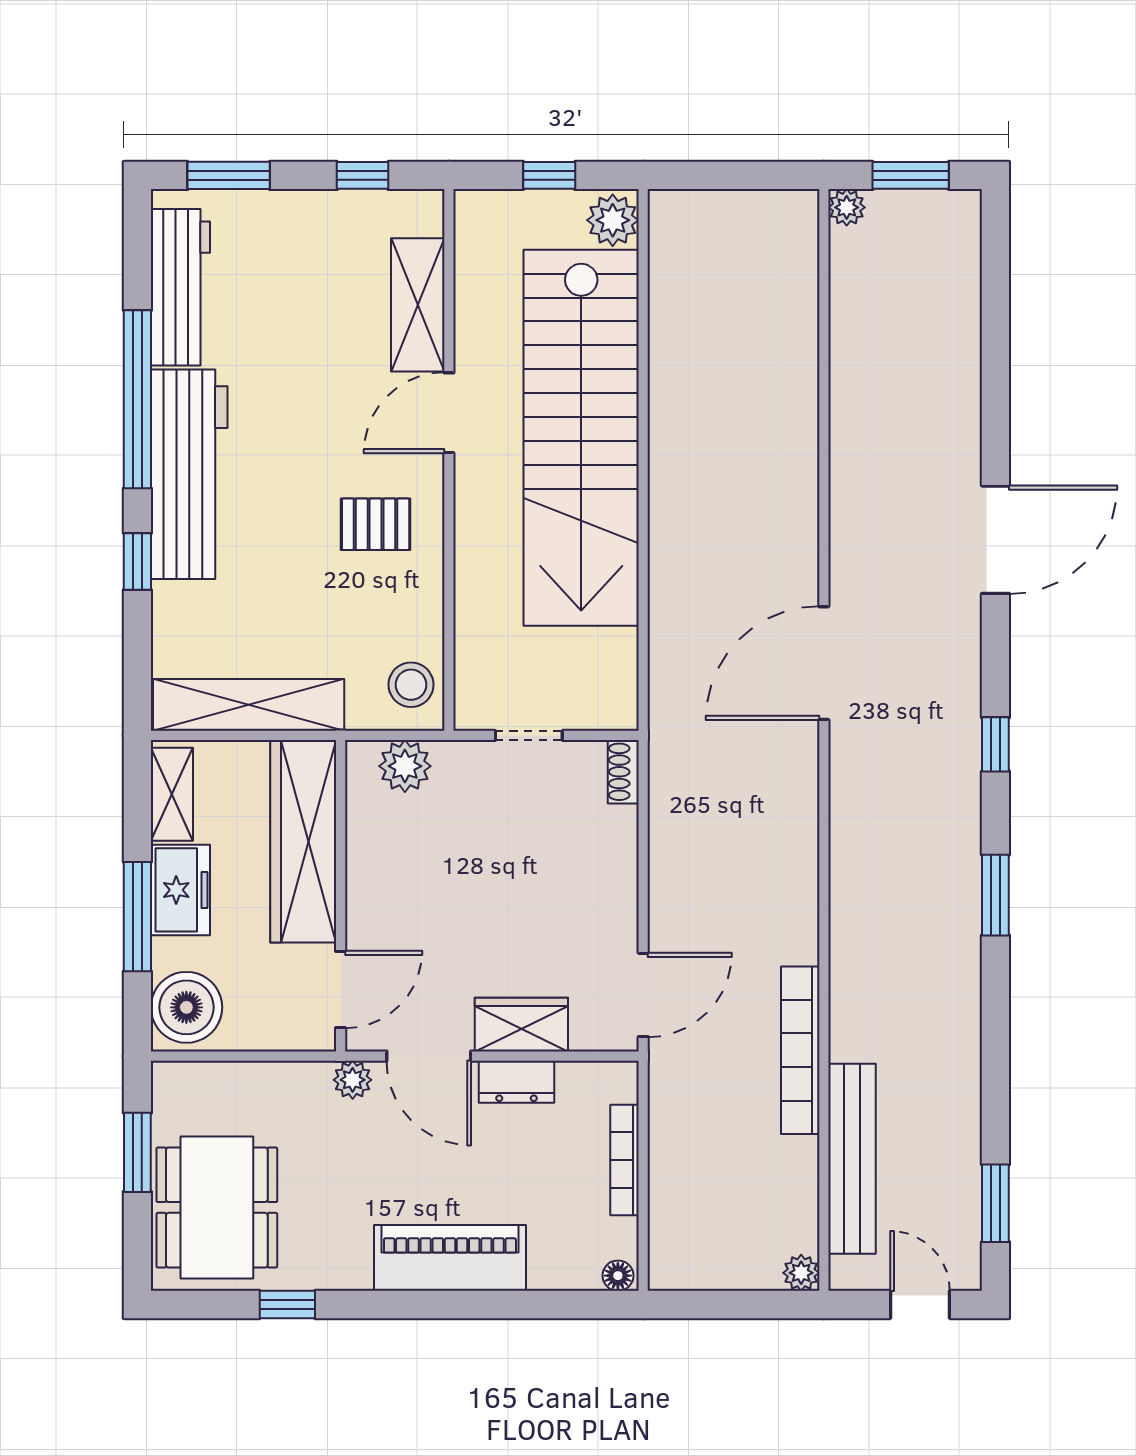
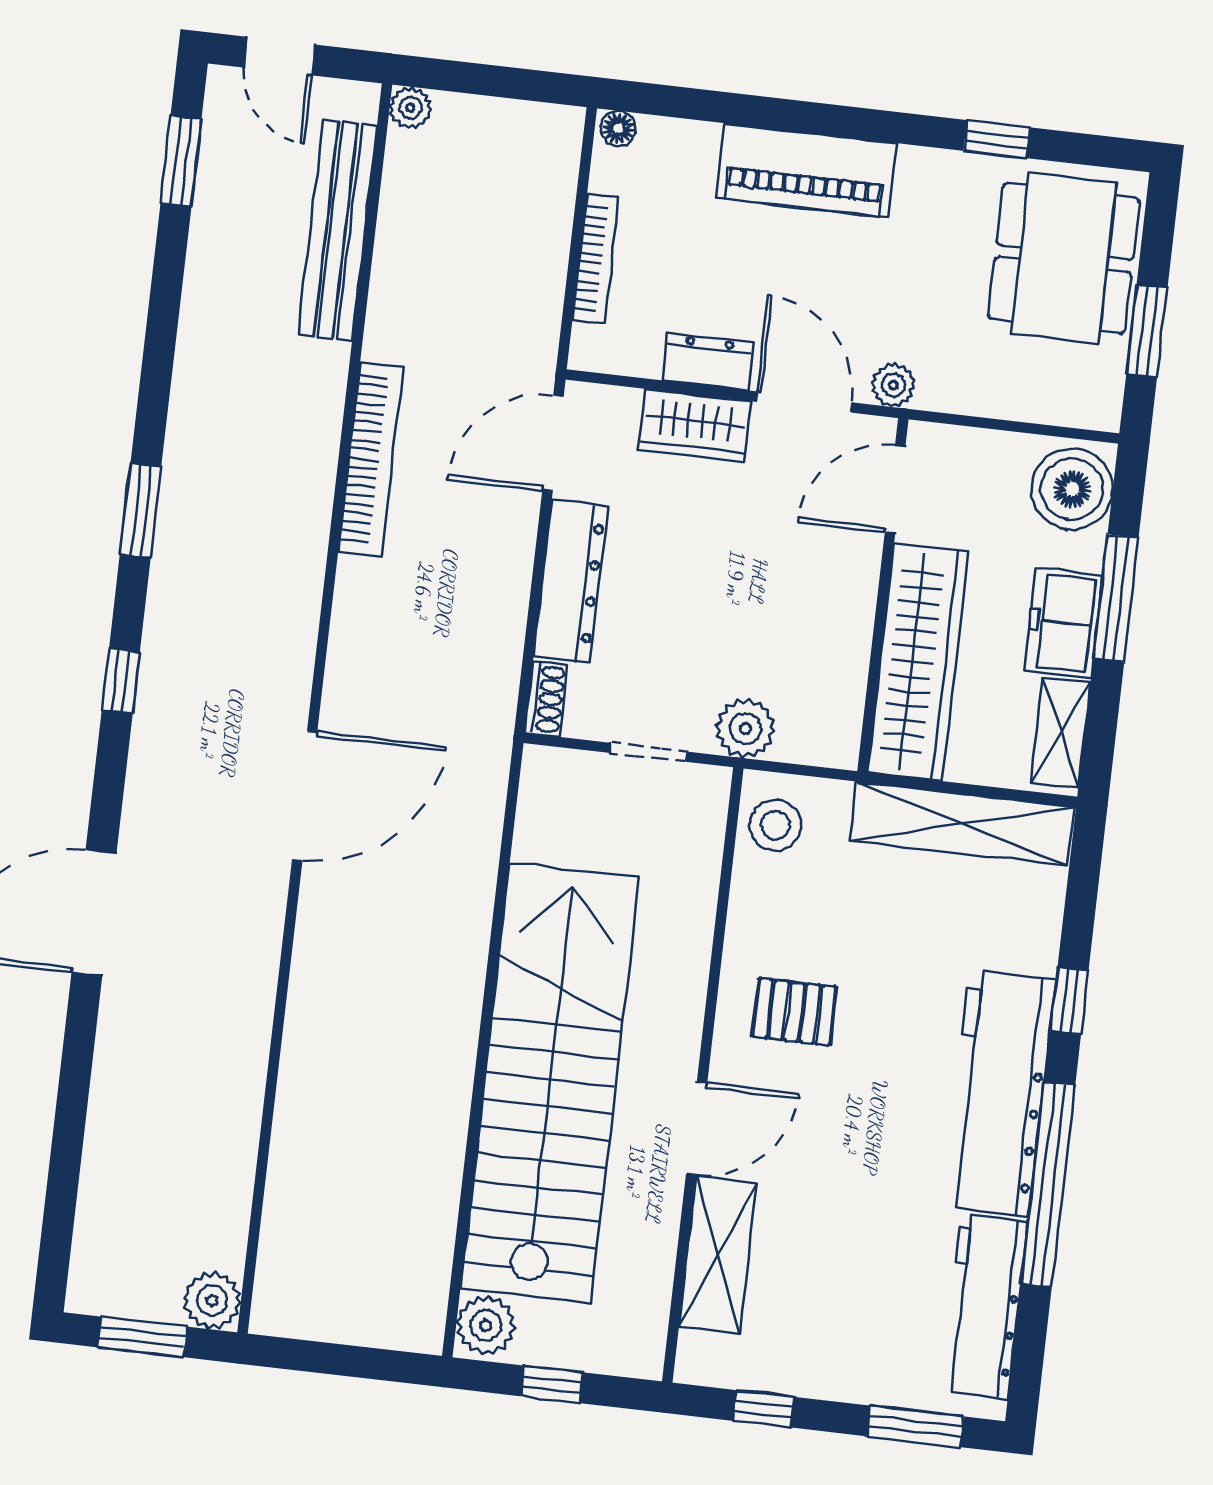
plant: (847, 207) -> (212, 1300), width x1.38, depth x1.38
plant: (405, 766) -> (745, 728), moved
dresser: (614, 877) -> (571, 581), added
bookcase: (800, 1050) -> (371, 459), moved

